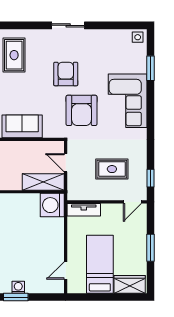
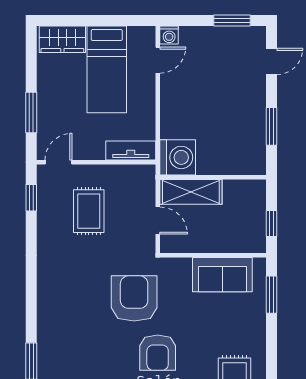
corner sofa: (128, 101) -> (65, 313), removed
rug: (112, 169) -> (89, 211), turned 90
window: (151, 248) -> (31, 113), moved
washing machine: (18, 287) -> (169, 35), moved

